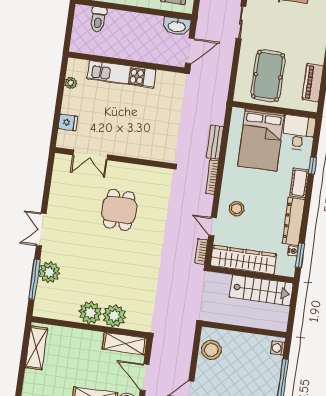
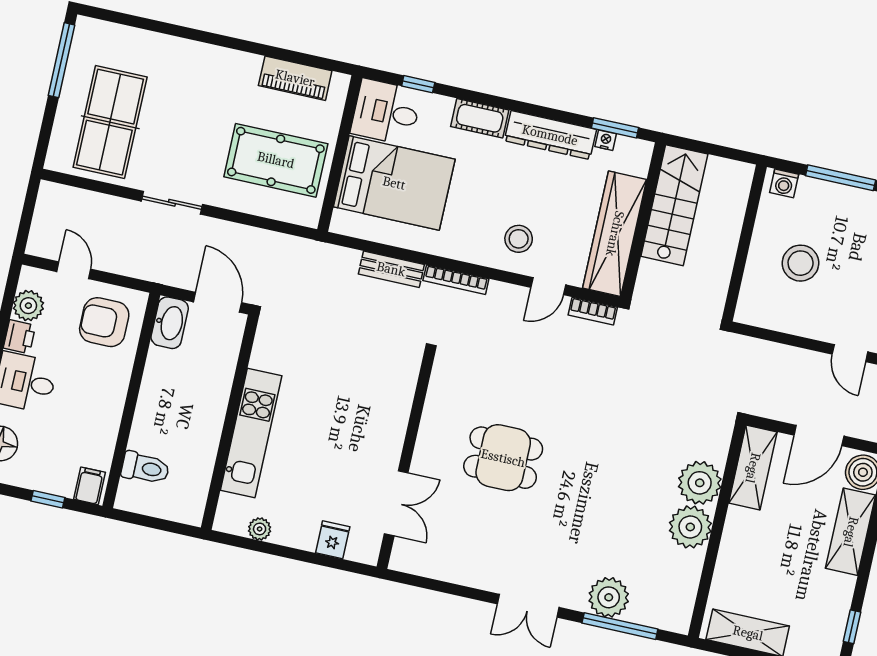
window: (312, 166) -> (418, 84), moved
stool: (211, 350) -> (801, 263), moved

